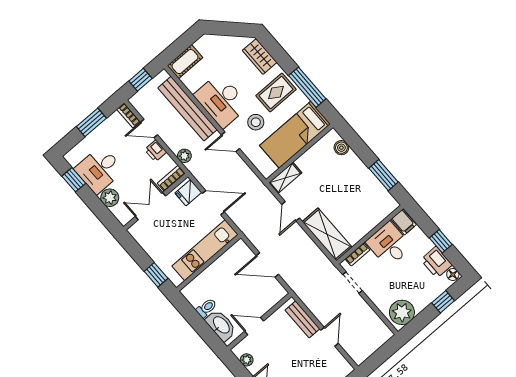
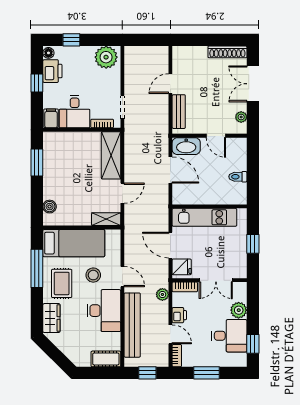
rug: (276, 93) -> (62, 283), turned 90
window: (156, 275) -> (253, 244), moved
washbasin: (221, 325) -> (186, 146), moved, turned -90

